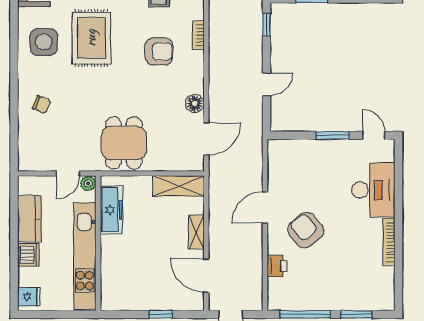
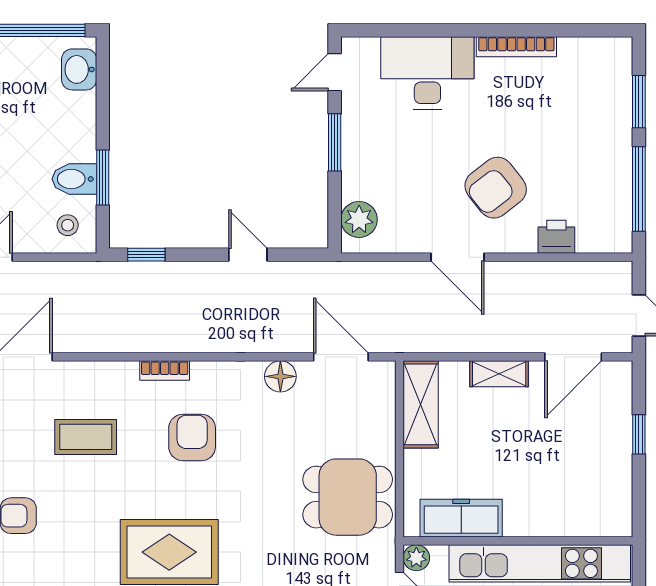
plant: (287, 150) -> (359, 219), added

